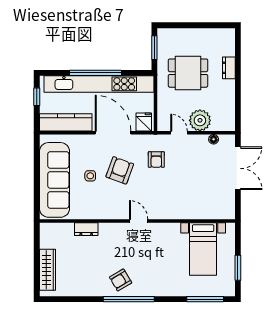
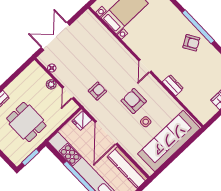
plant: (200, 120) -> (51, 84), width x0.53, depth x0.53
armchair: (120, 170) -> (134, 101), moved, turned 70
dresser: (86, 229) -> (173, 85), moved

